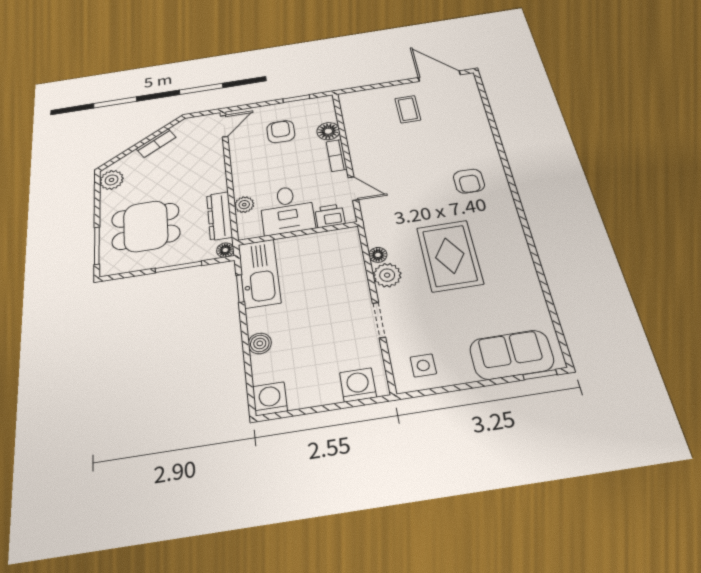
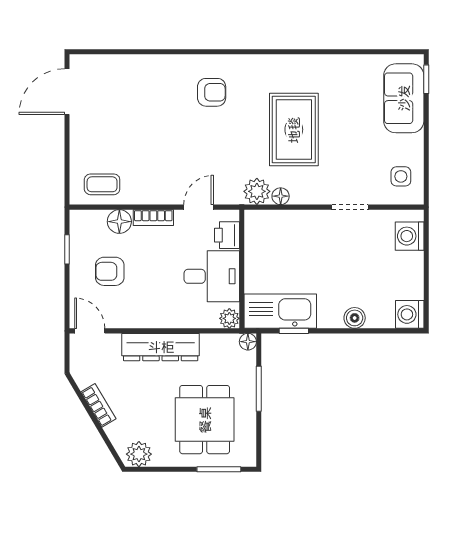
coffee table: (408, 109) -> (102, 184), moved
plant: (244, 205) -> (229, 318), moved
dresser: (220, 216) -> (161, 347), moved, width x1.37, depth x1.24
rug: (450, 256) -> (294, 130), turned 90
plant: (387, 275) -> (257, 191), moved

